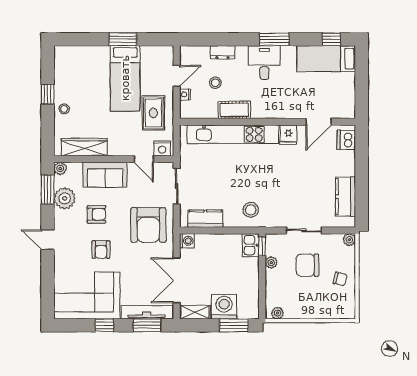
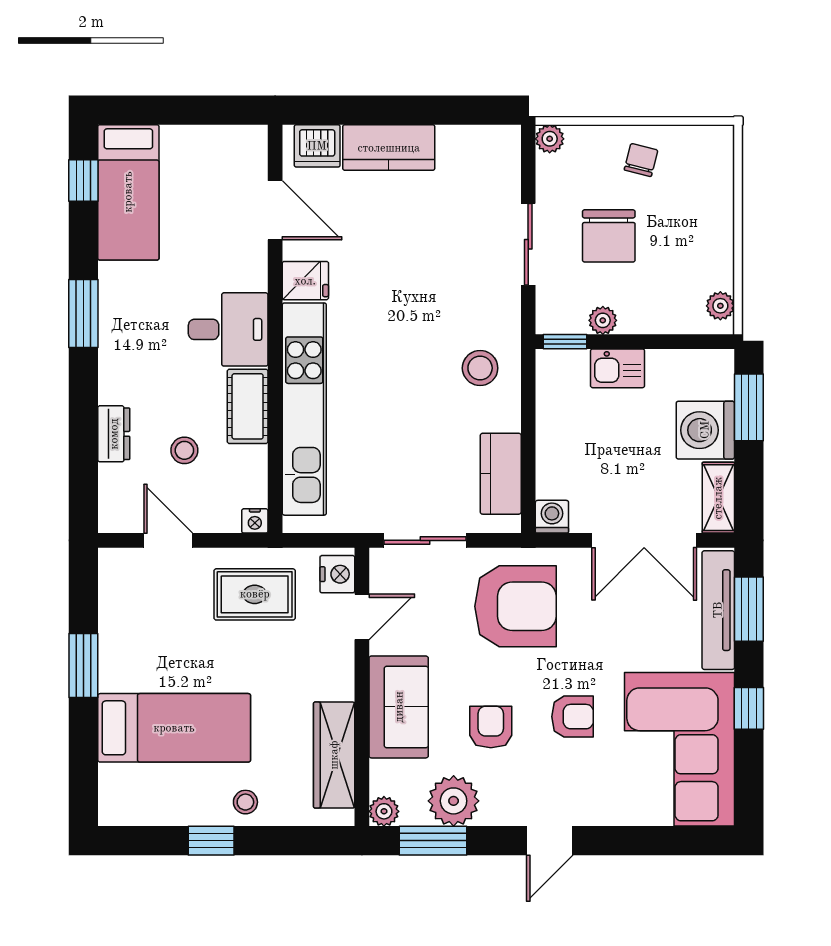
desk: (264, 63) -> (228, 329), moved, turned 180
bed: (125, 78) -> (174, 728), moved
nightstand: (185, 94) -> (255, 521), moved
kitchen counter: (346, 197) -> (389, 148), moved
kitchen sink: (251, 245) -> (618, 368), moved

